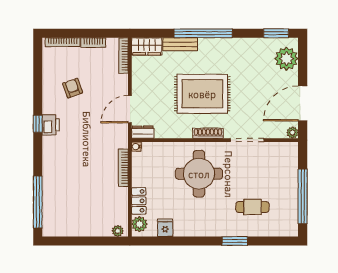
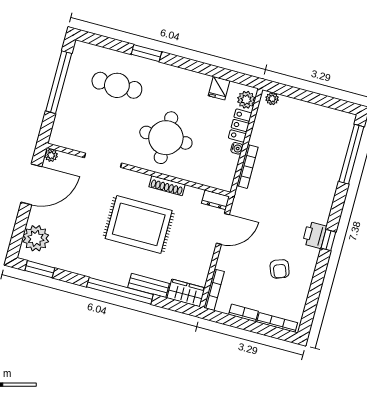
shoe rack: (208, 133) -> (167, 186), moved
water cooler: (136, 147) -> (237, 148), moved
cafe table: (252, 207) -> (117, 85), width x1.37, depth x1.35

